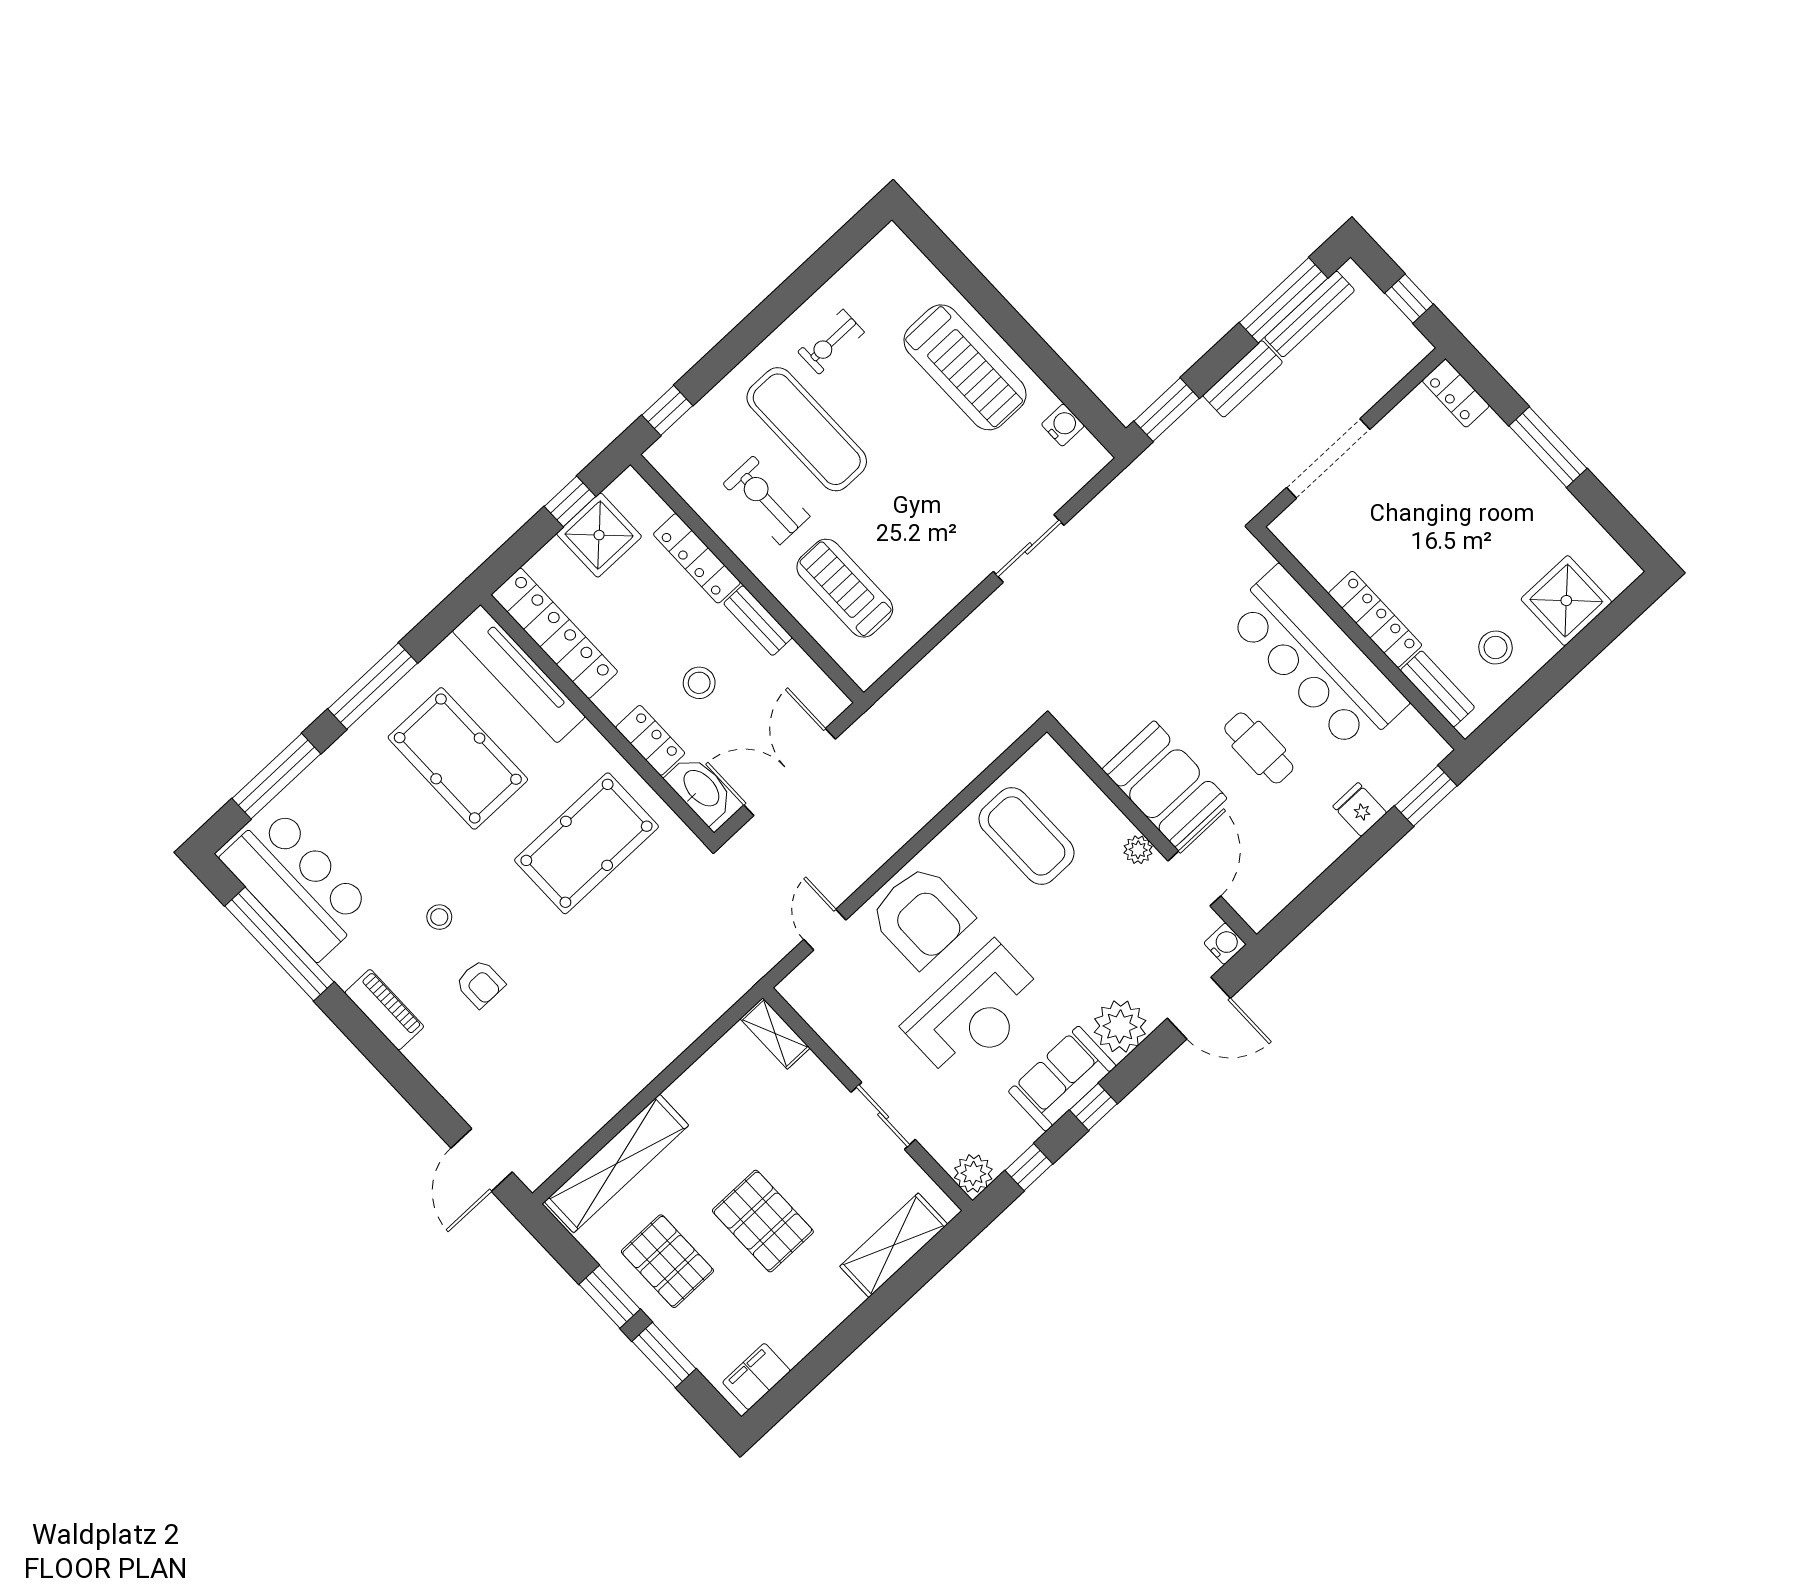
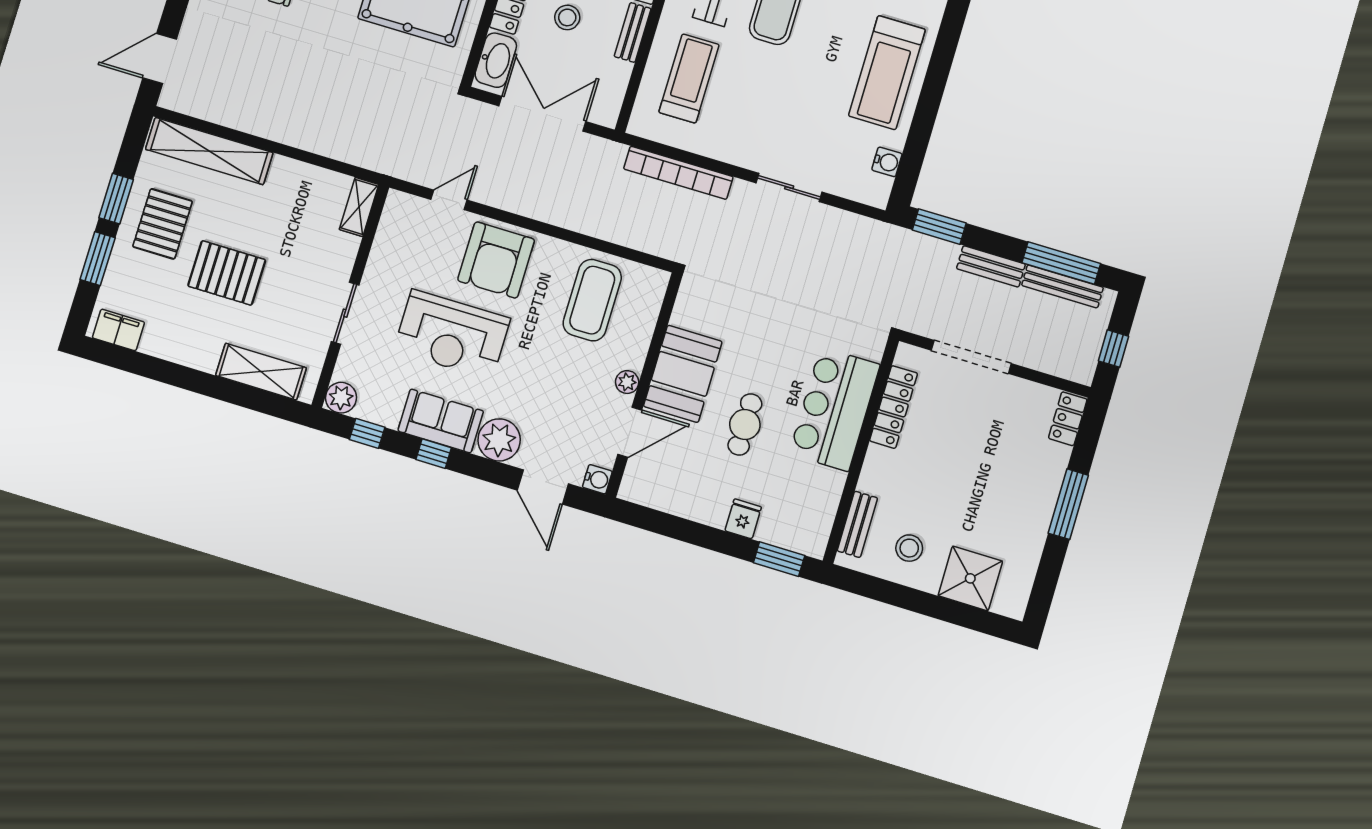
locker: (1375, 619) -> (894, 407), moved
bar counter: (1316, 659) -> (835, 409), width x0.73
bookcase: (942, 660) -> (678, 173), added
pallet: (763, 1221) -> (227, 273), turned 90

